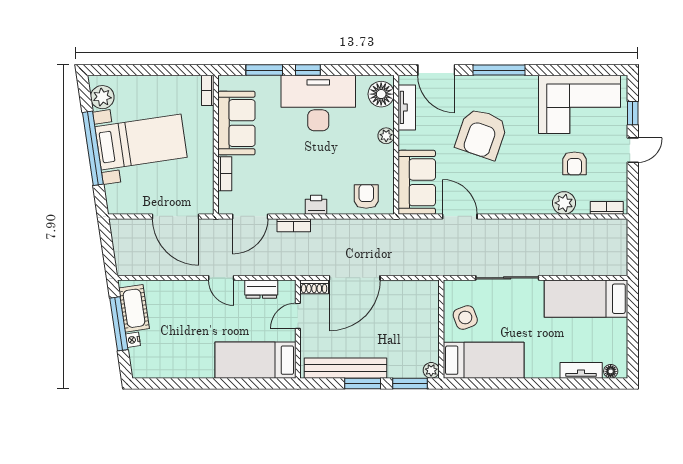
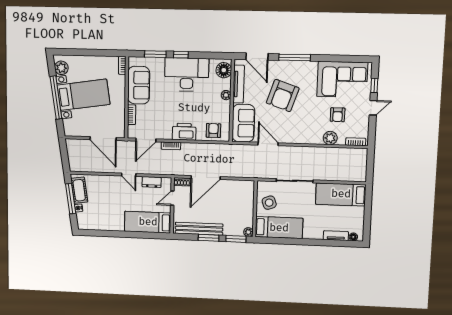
tv unit: (407, 107) -> (239, 84), width x1.41
printer: (316, 205) -> (184, 132), width x1.87, depth x1.48

